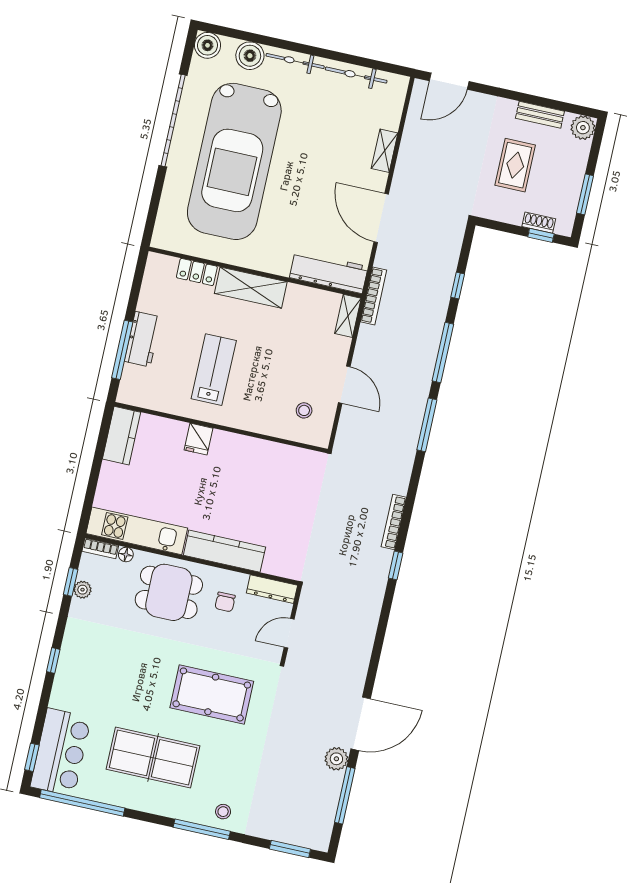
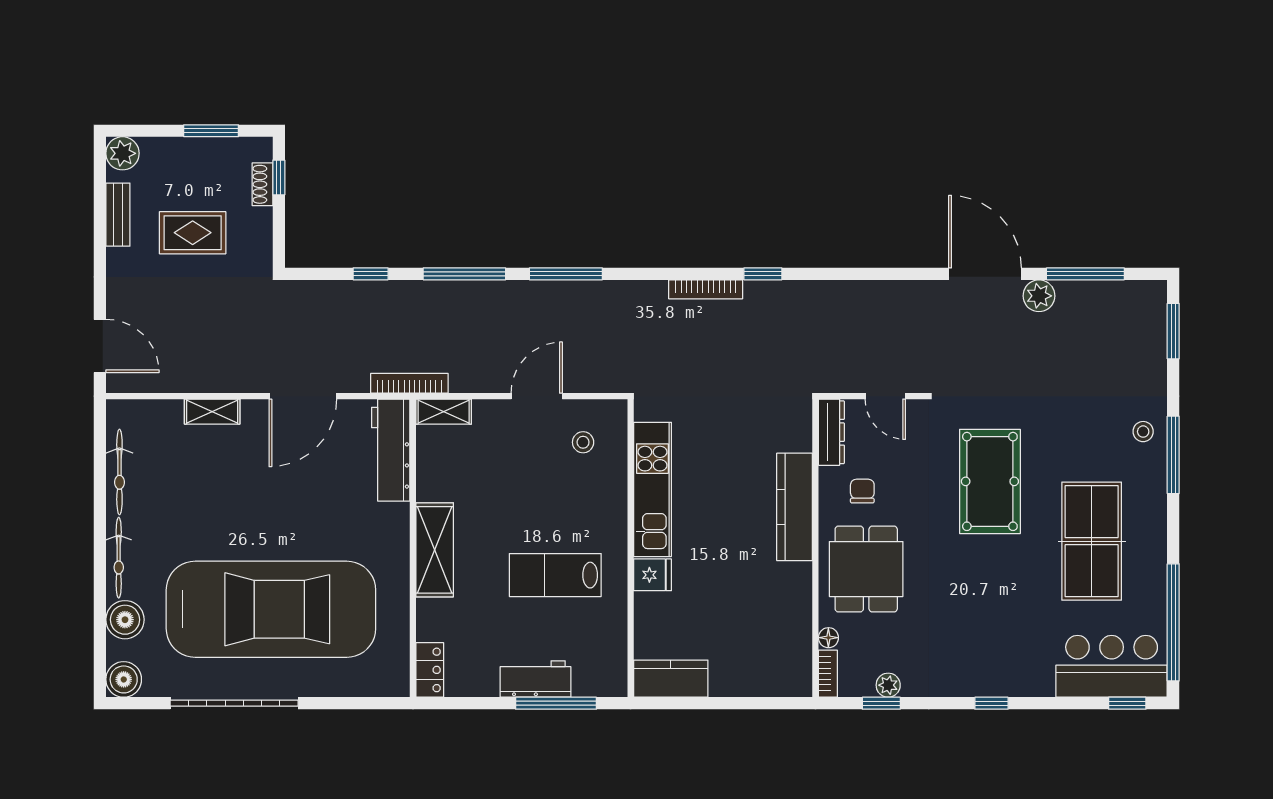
locker: (197, 272) -> (430, 670), moved
kitchen unit: (137, 531) -> (652, 489), moved, turned 180
chair: (225, 602) -> (862, 491), turned -90

